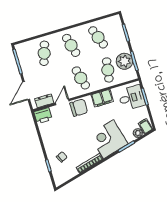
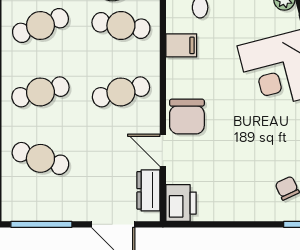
filing cabinet: (102, 98) -> (181, 45), width x0.50
chair: (79, 108) -> (187, 117), turned 180

